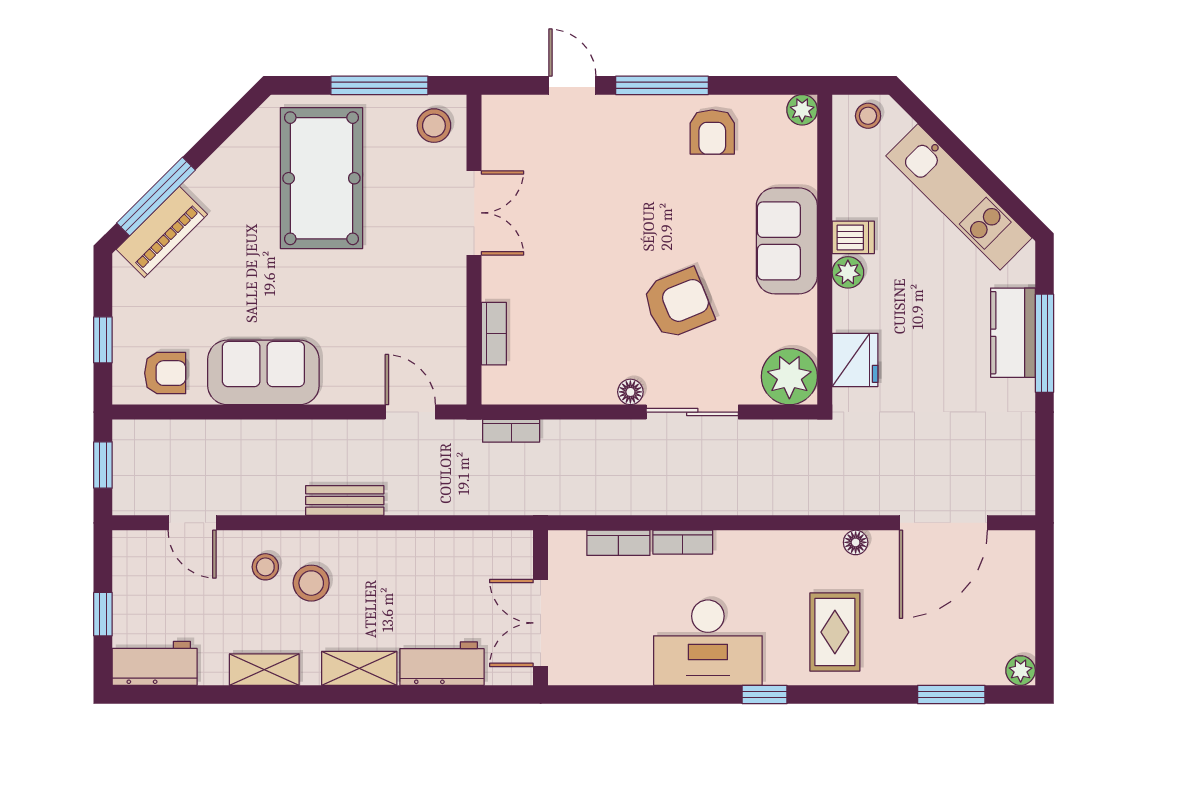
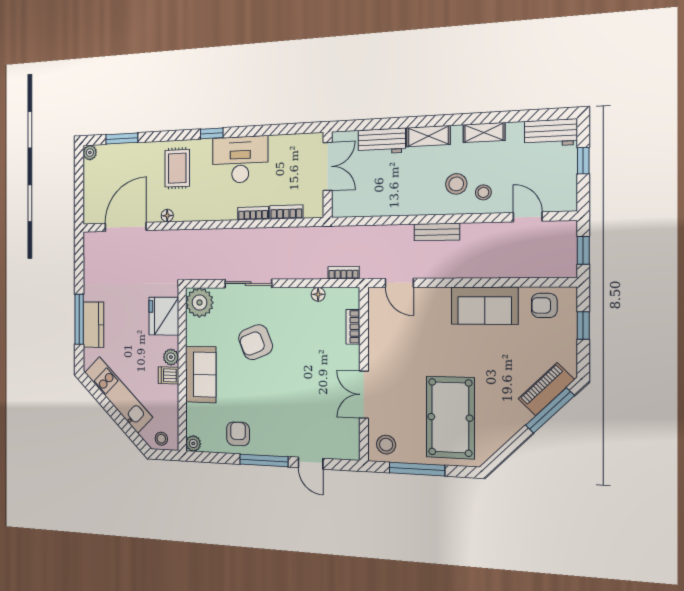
fridge: (855, 360) -> (164, 316), width x1.36, depth x1.34
floor lamp: (630, 392) -> (318, 294), moved

